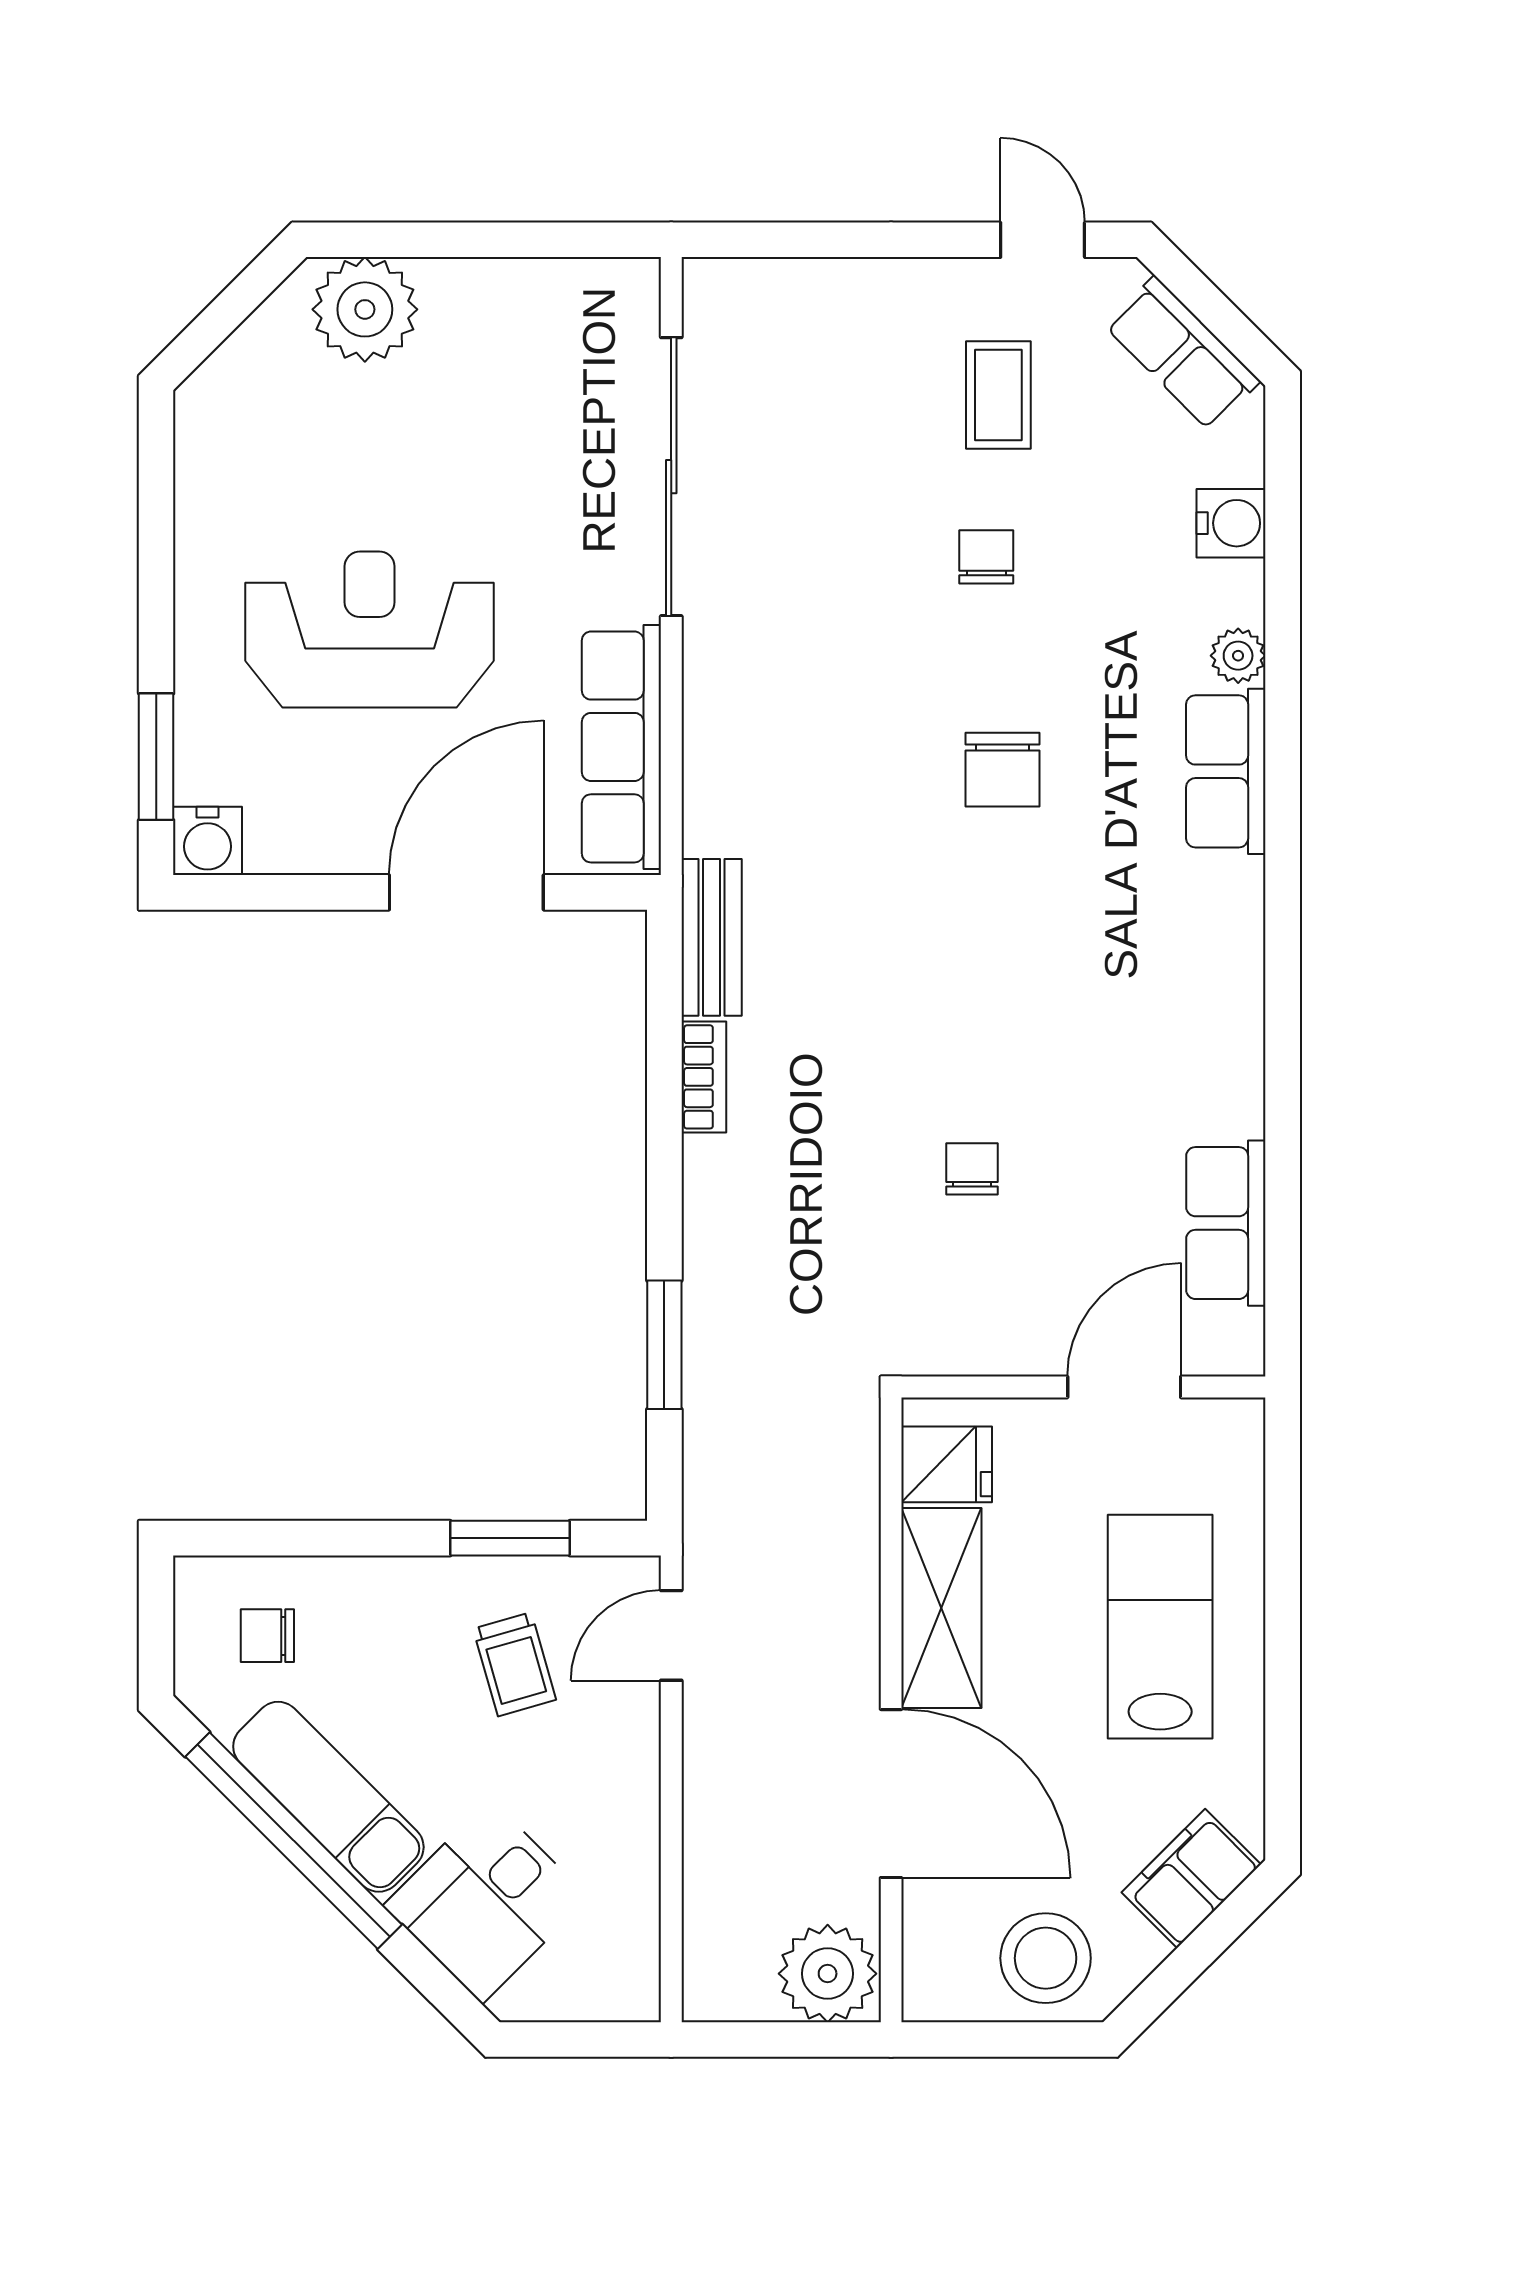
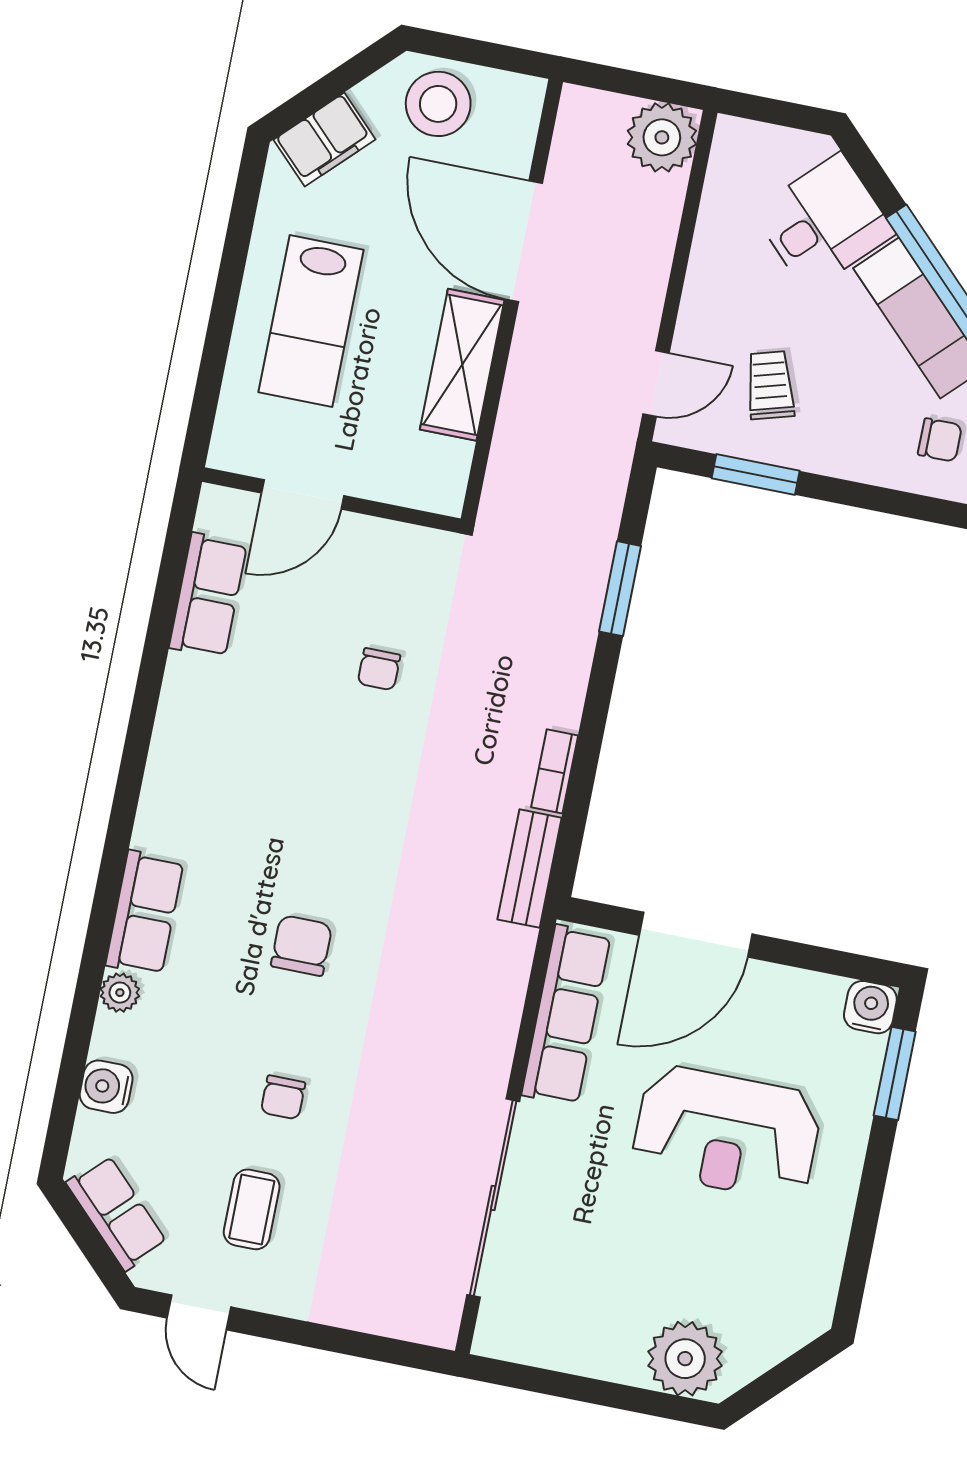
fridge: (947, 1464) -> (438, 465), removed
plant: (828, 1974) -> (662, 137), moved

